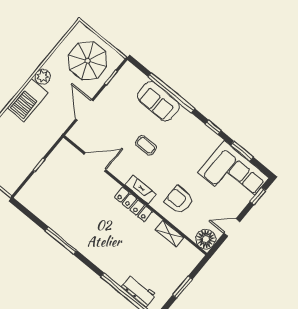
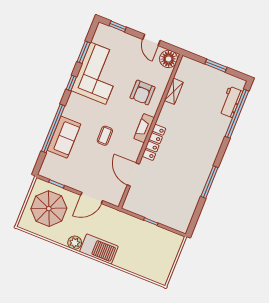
corner sofa: (234, 175) -> (98, 73), moved
locker: (133, 204) -> (154, 142), moved

